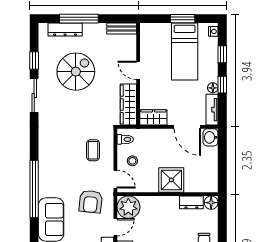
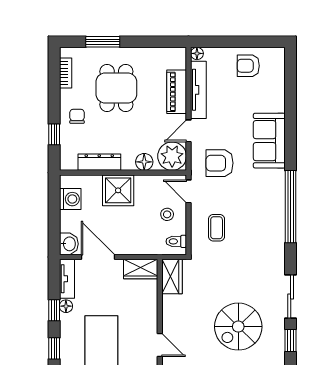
door: (138, 70) -> (160, 345), moved
wardrobe: (128, 104) -> (172, 277), width x0.67
washing machine: (209, 173) -> (70, 199), added
window: (34, 189) -> (291, 207), moved
armchair: (91, 202) -> (220, 163), turned -96
dresser: (191, 202) -> (99, 162), width x1.44
floor lamp: (211, 203) -> (144, 162), moved
window: (222, 224) -> (54, 134), added

